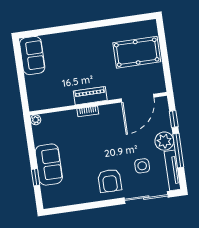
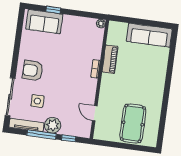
sofa: (32, 56) -> (149, 35), width x1.36
piano: (90, 96) -> (110, 59), moved
door: (138, 98) -> (95, 113), width x0.53
sofa: (49, 165) -> (44, 22), moved

